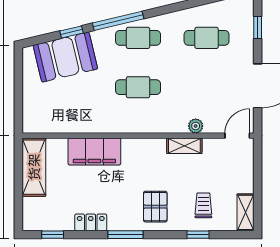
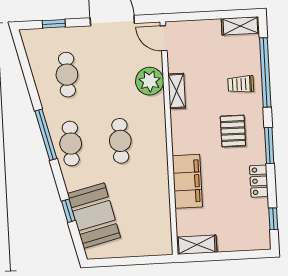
window: (118, 21) -> (46, 135), moved
plant: (196, 126) -> (150, 81), width x1.88, depth x1.88
shelving: (34, 167) -> (197, 245), width x0.67, depth x0.75
trolley: (203, 205) -> (241, 84), moved
pallet: (155, 207) -> (233, 131), moved, turned 90
window: (198, 235) -> (265, 72), width x3.17

